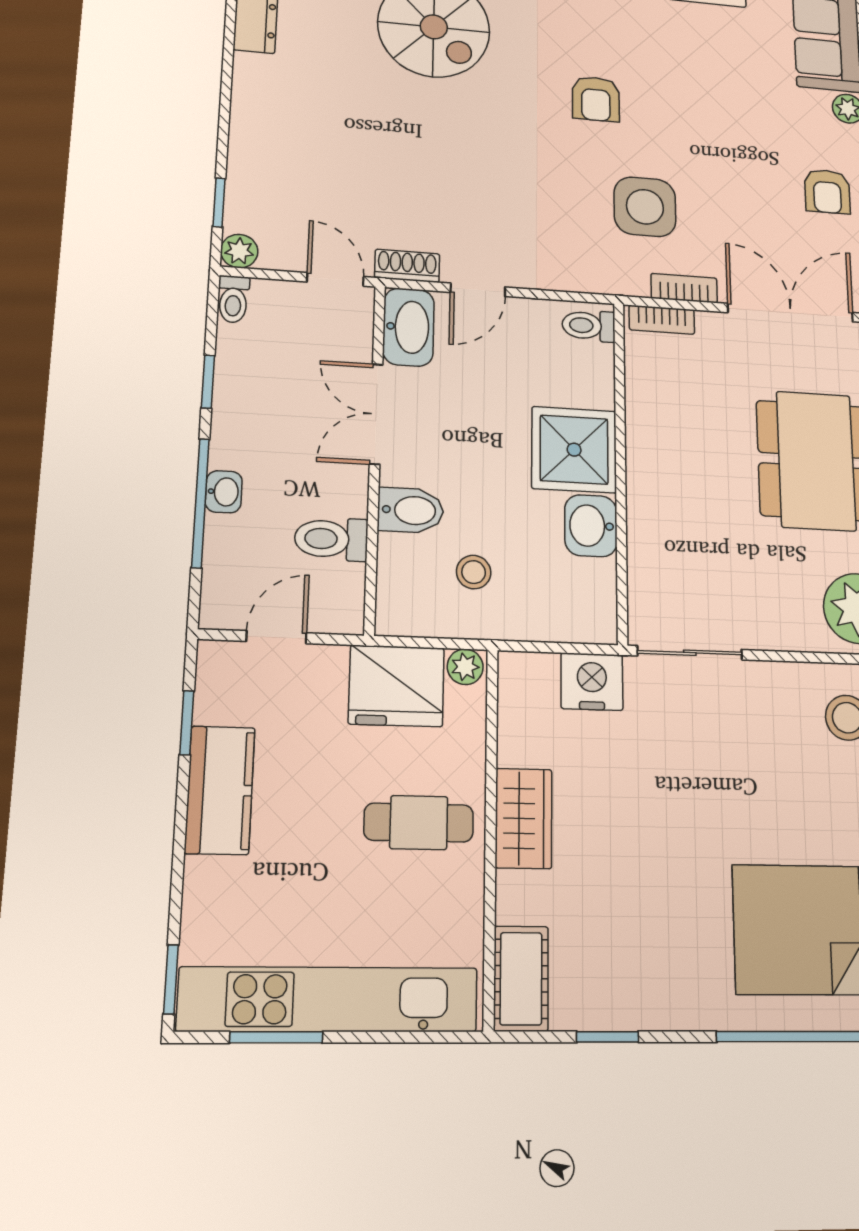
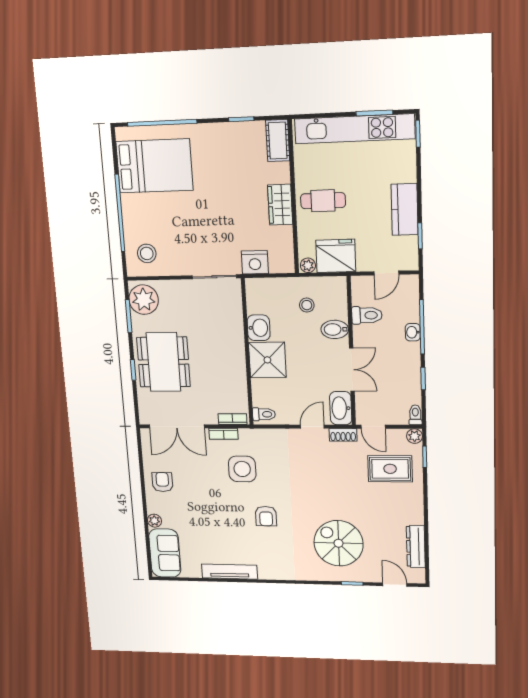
armchair: (596, 99) -> (266, 516), turned 180
rug: (303, 182) -> (390, 469), added

